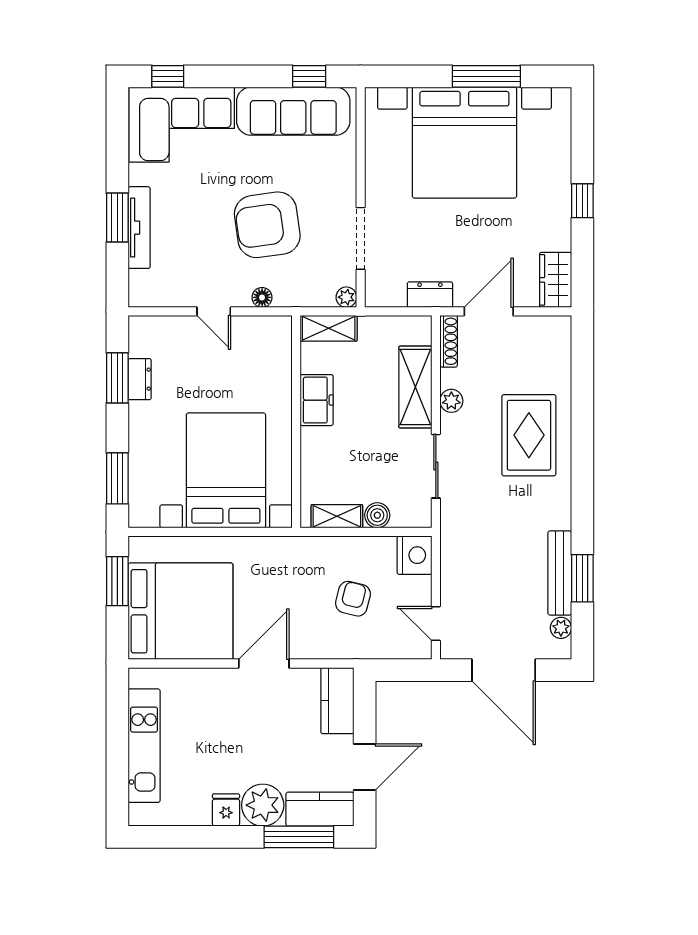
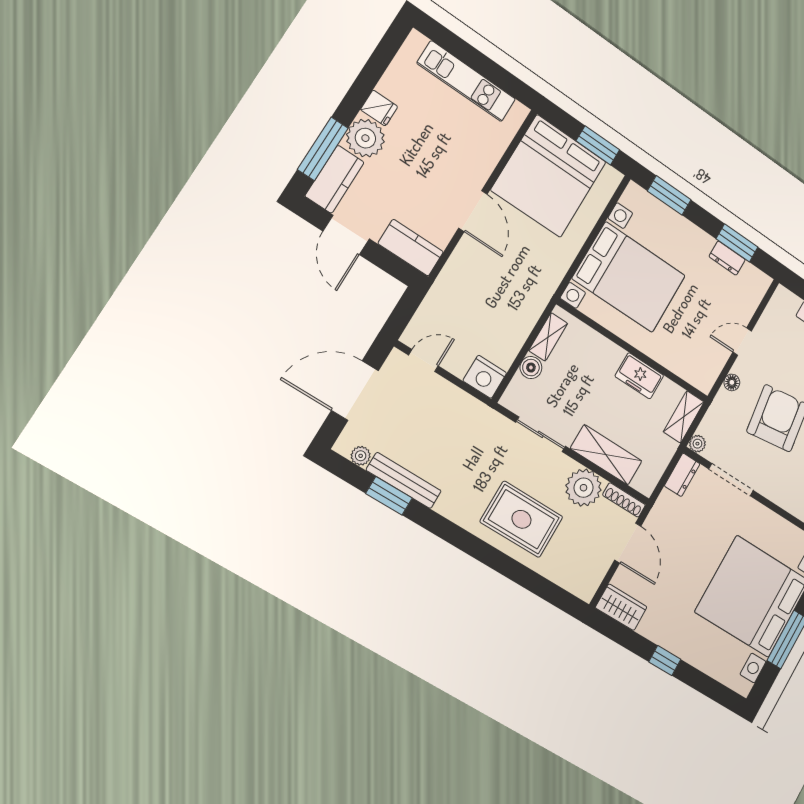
dresser: (430, 295) -> (682, 475), moved
plant: (451, 401) -> (584, 488), width x1.88, depth x1.88
armchair: (353, 599) -> (480, 310), removed

